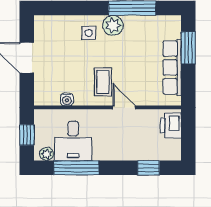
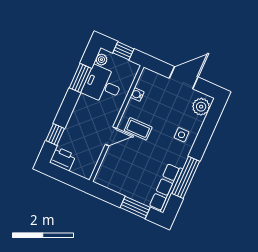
plant: (113, 25) -> (201, 107), moved
row of seats: (172, 68) -> (166, 188), moved, turned -90
printer: (171, 125) -> (63, 159), moved
window: (76, 168) -> (80, 78), width x0.69

